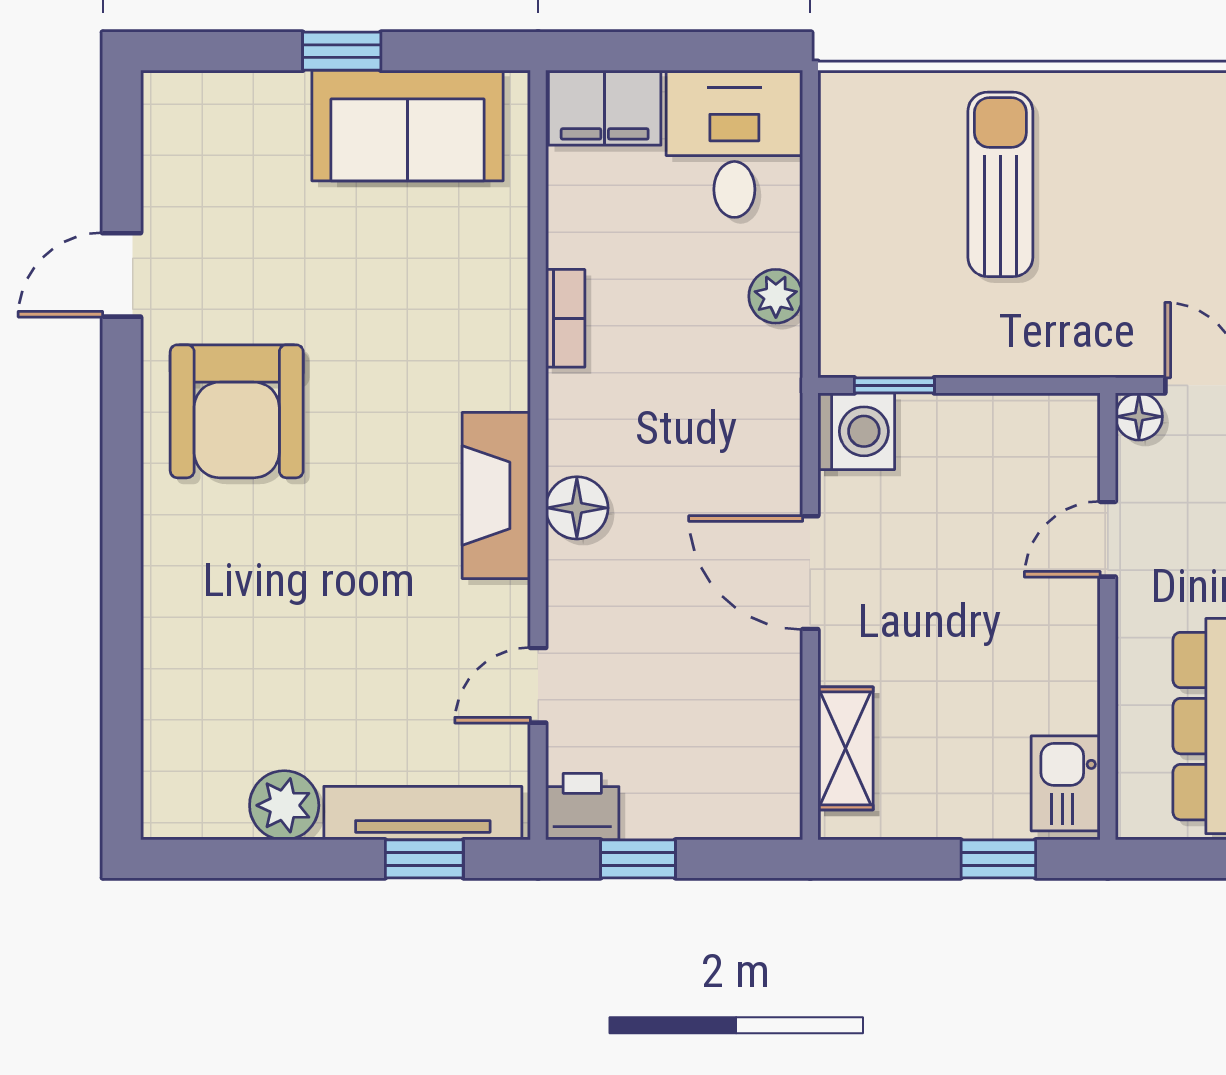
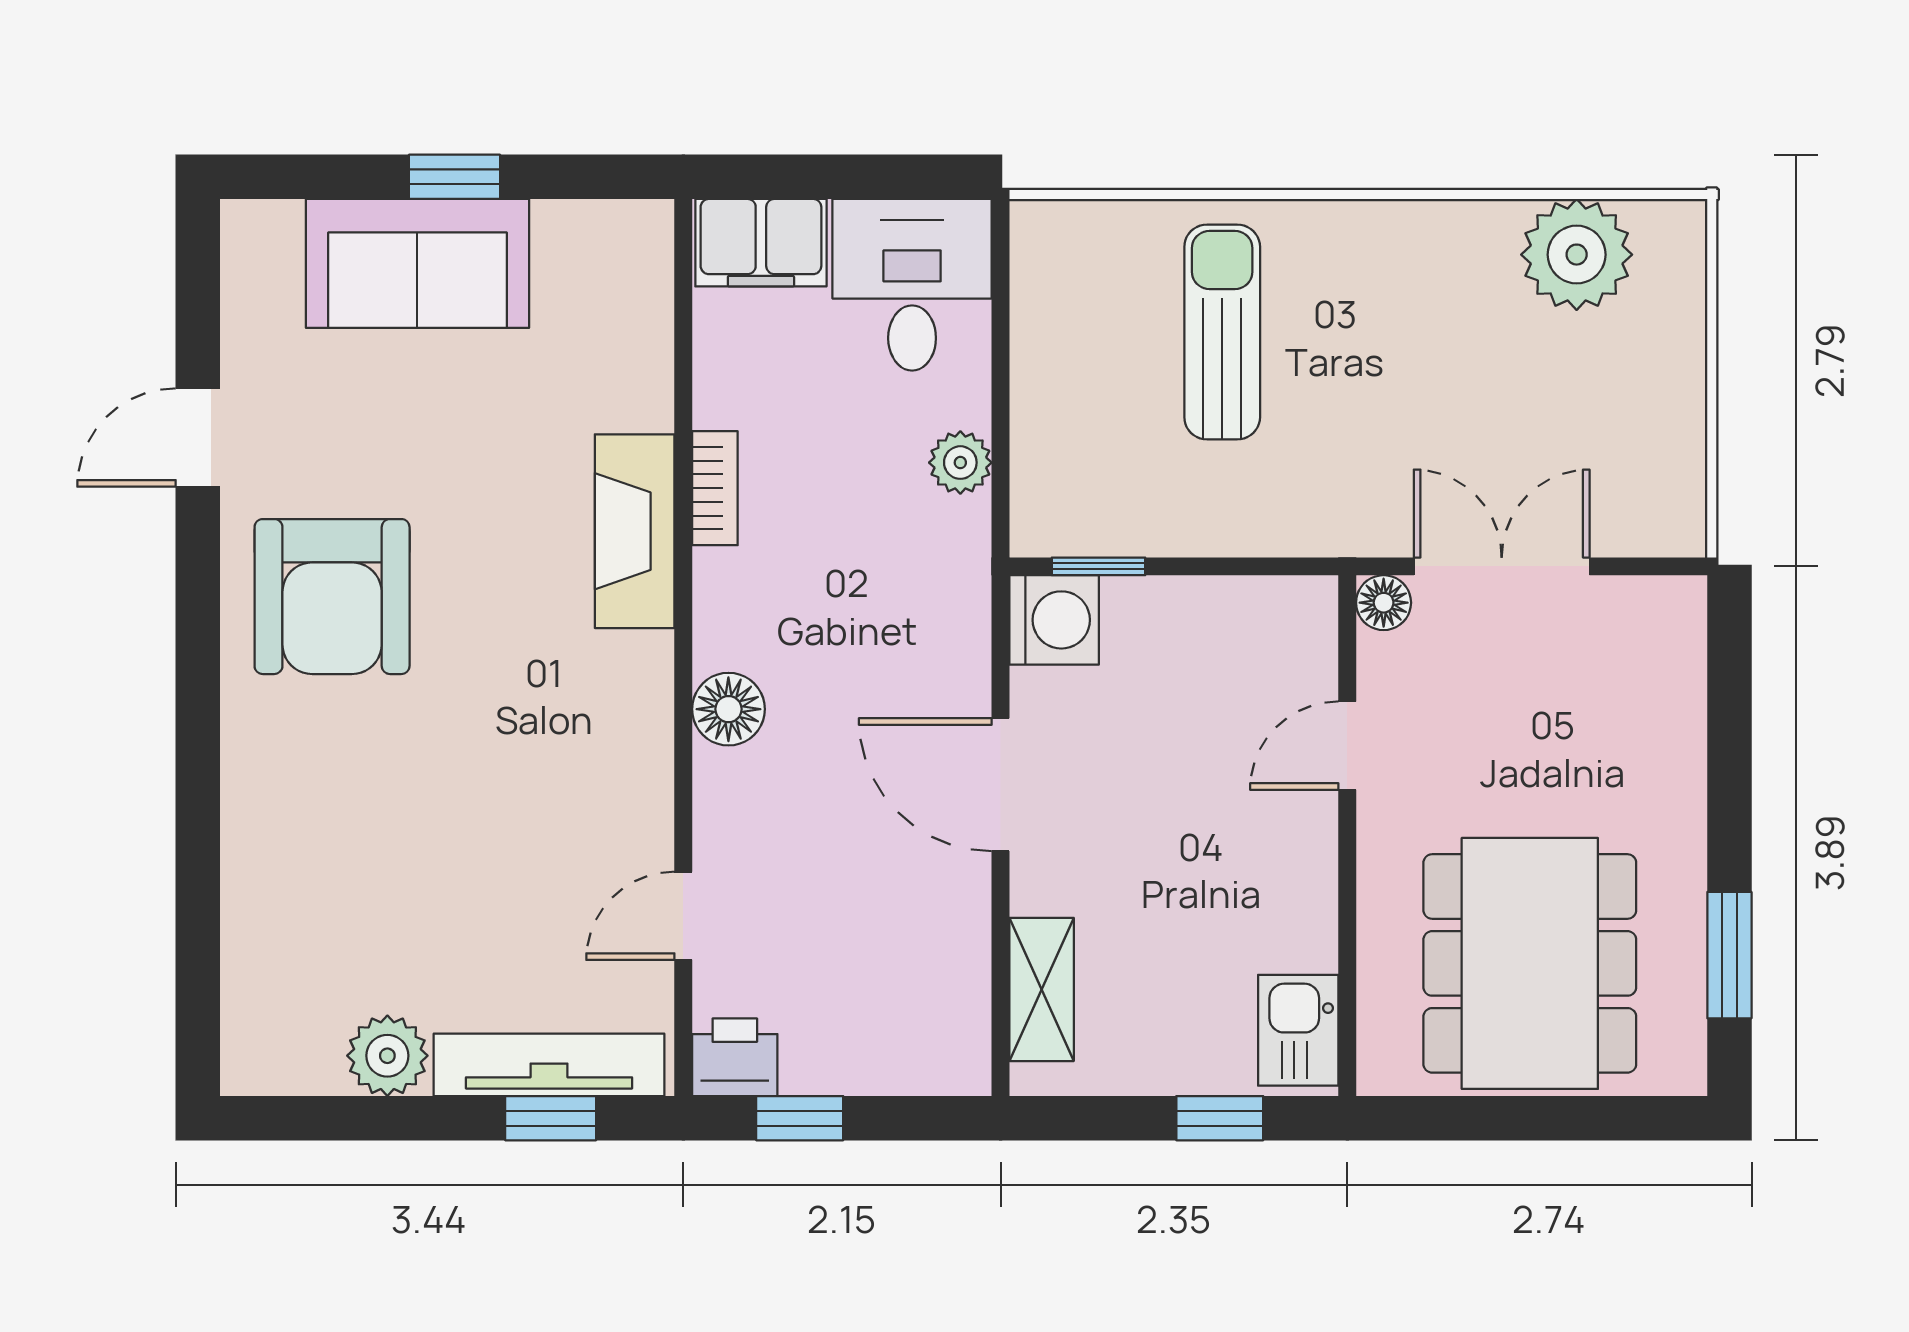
sofa: (407, 125) -> (417, 263), moved
fireplace: (496, 495) -> (635, 531), moved

